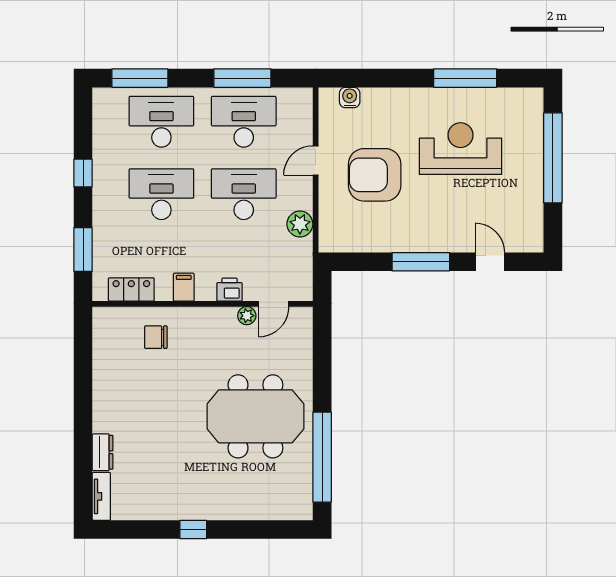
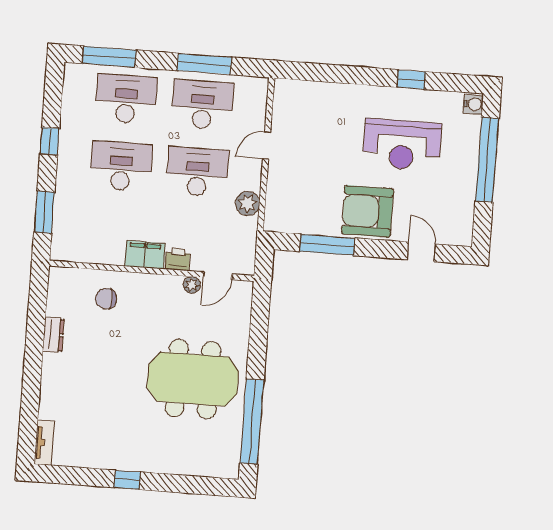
window: (465, 78) -> (411, 79), width x0.46
water cooler: (350, 97) -> (473, 104), moved, turned 90
reception desk: (460, 149) -> (402, 145), turned 180
armchair: (375, 175) -> (367, 211), moved
window: (421, 262) -> (327, 245), moved
filing cabinet: (184, 287) -> (145, 255), width x2.00
locker: (131, 289) -> (86, 252), removed
dresser: (103, 452) -> (53, 335), moved

